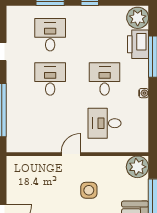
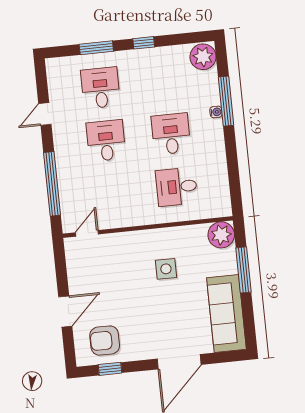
printer: (138, 44) -> (207, 88), removed
water cooler: (144, 93) -> (216, 112), moved
door: (71, 154) -> (87, 233), moved

